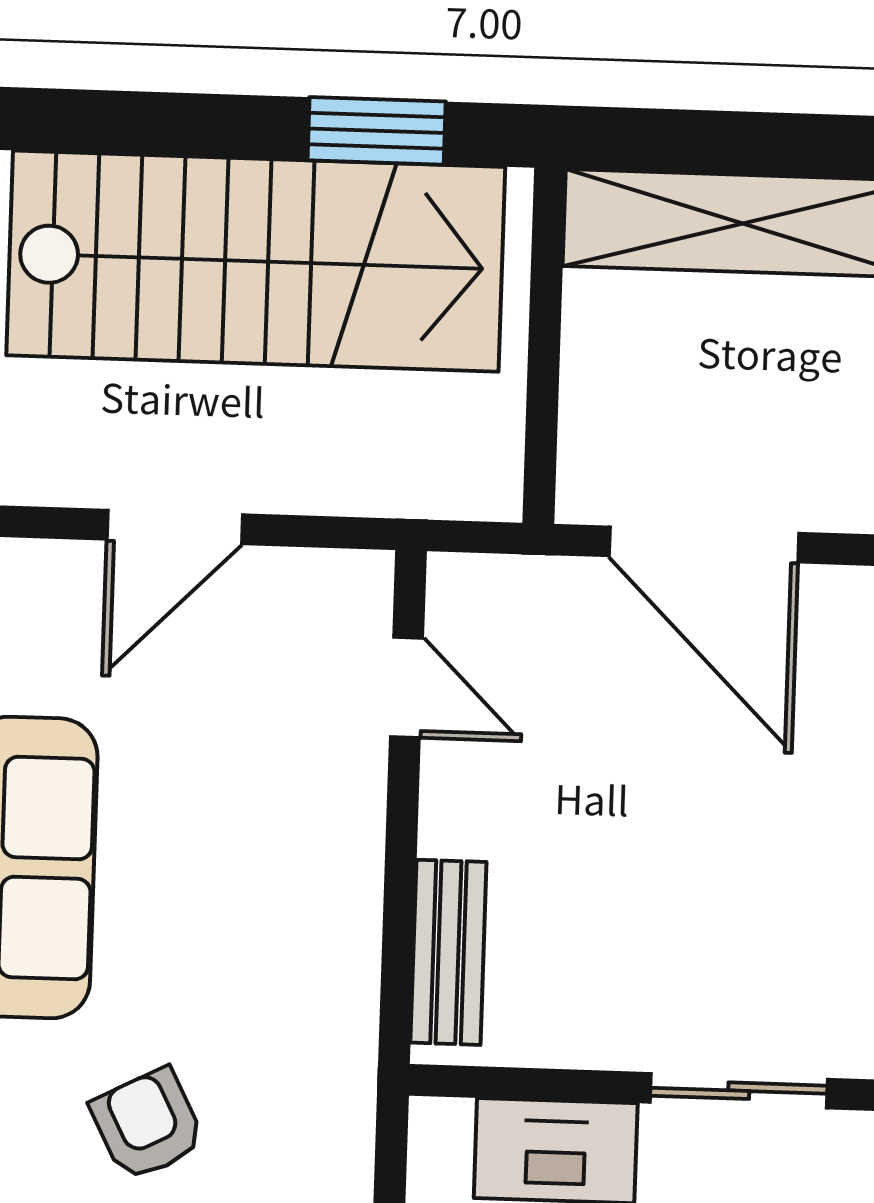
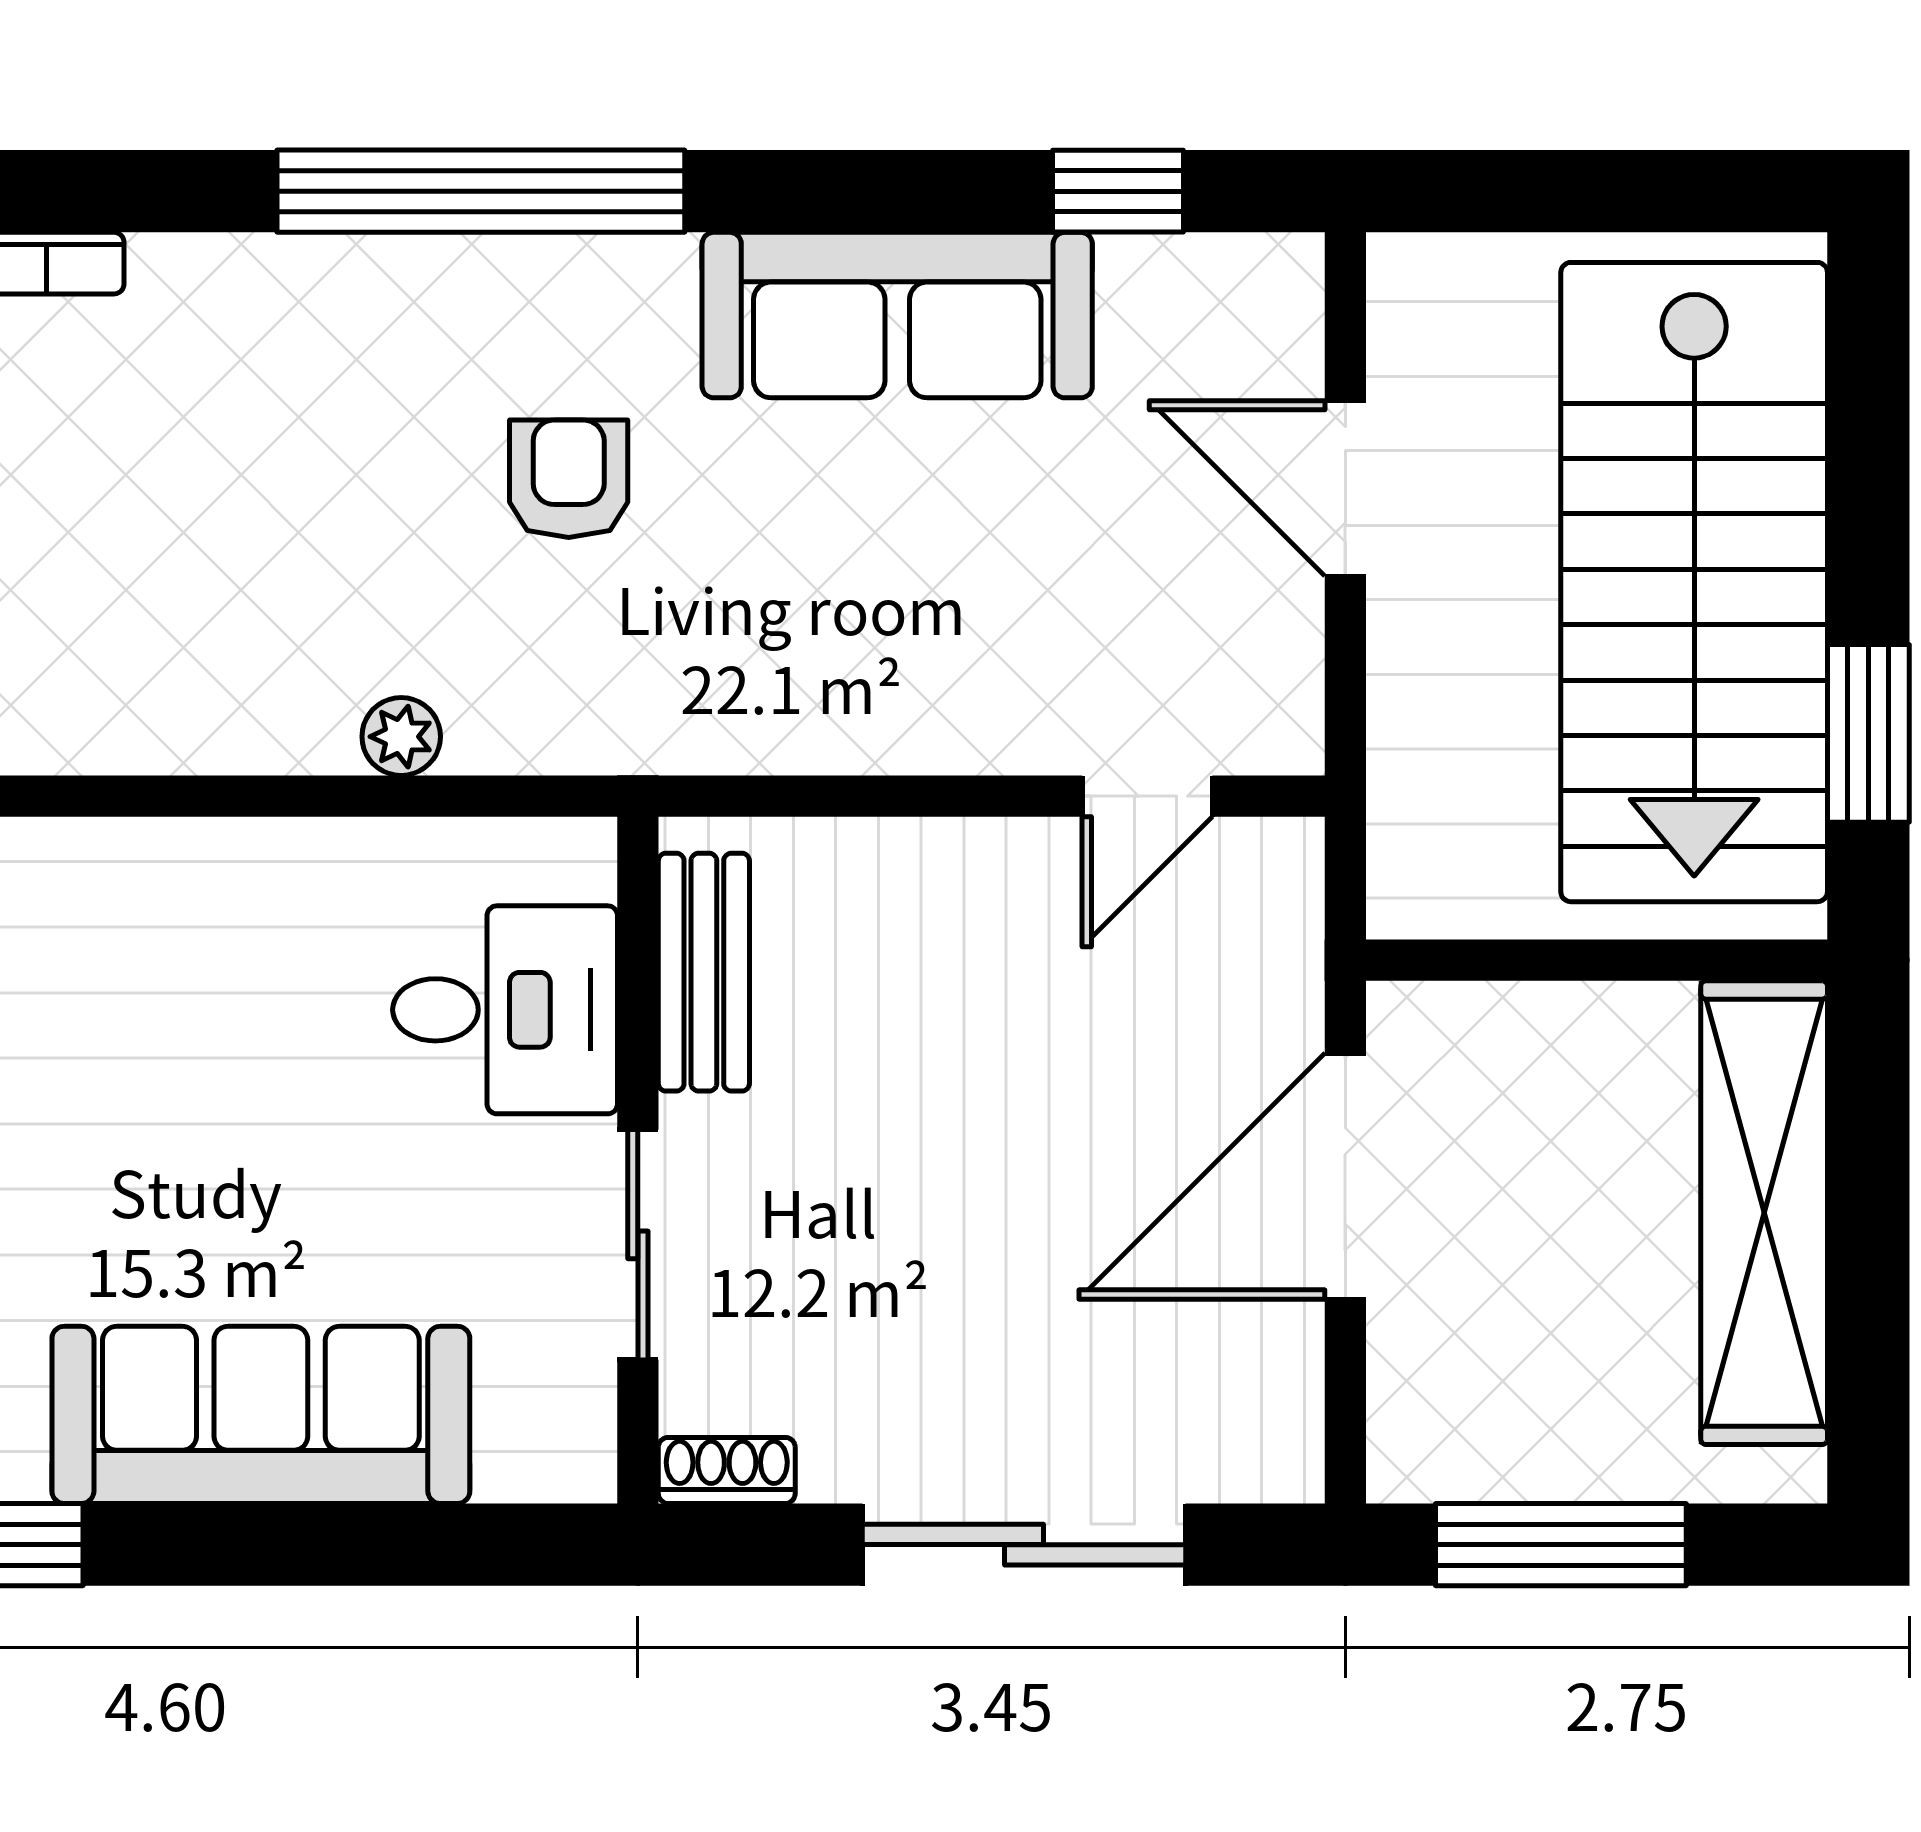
bench: (448, 952) -> (704, 972), moved, turned 90
armchair: (147, 1124) -> (569, 479), turned -63

